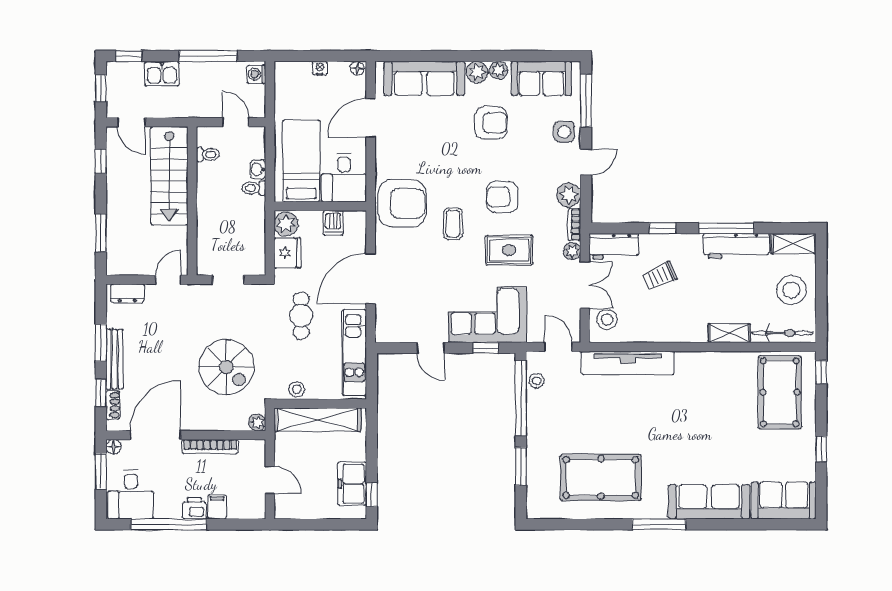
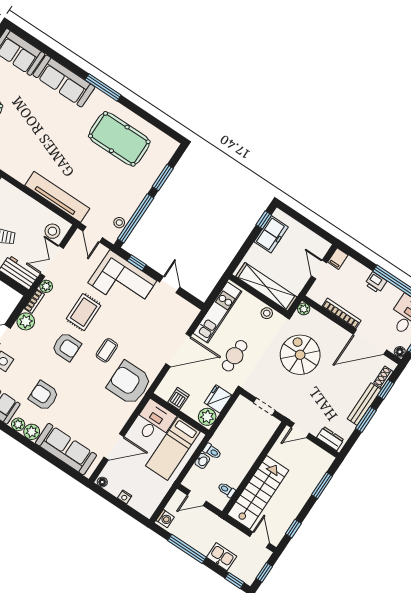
door: (236, 122) -> (197, 498), hinge flipped
rug: (509, 250) -> (84, 312), turned 90
filing cabinet: (217, 507) -> (338, 259), moved

